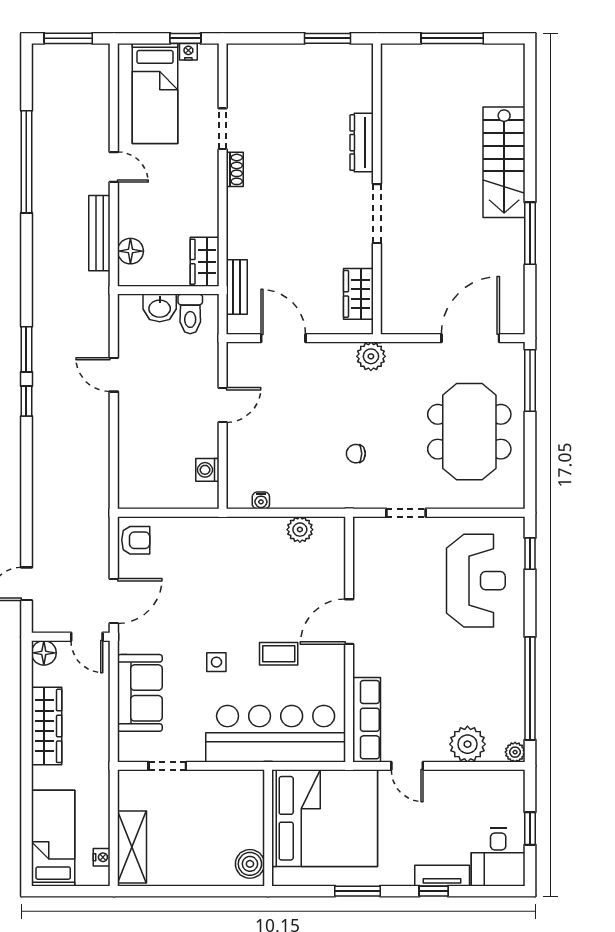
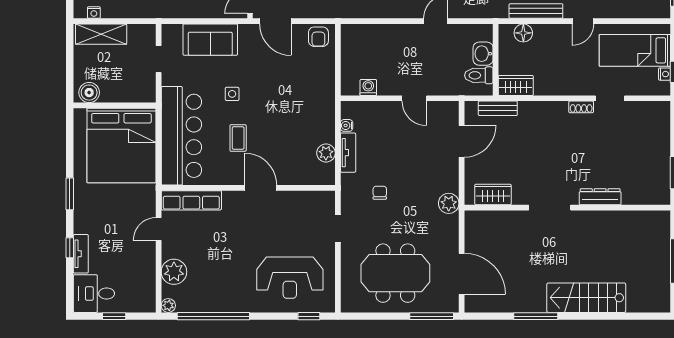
tv unit: (299, 498) -> (348, 153), added
bed: (325, 818) -> (121, 145), moved
wall: (268, 828) -> (115, 105), moved
boiler: (250, 864) -> (89, 93), moved

